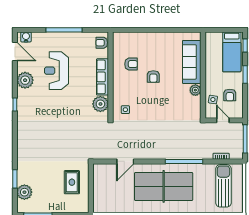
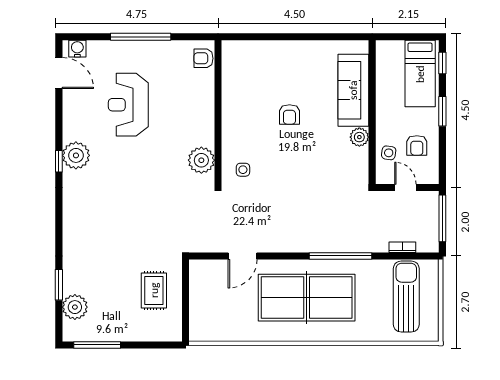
armchair: (131, 64) -> (252, 94), removed
row of seats: (102, 77) -> (205, 115), removed
plant: (25, 80) -> (76, 155), moved

